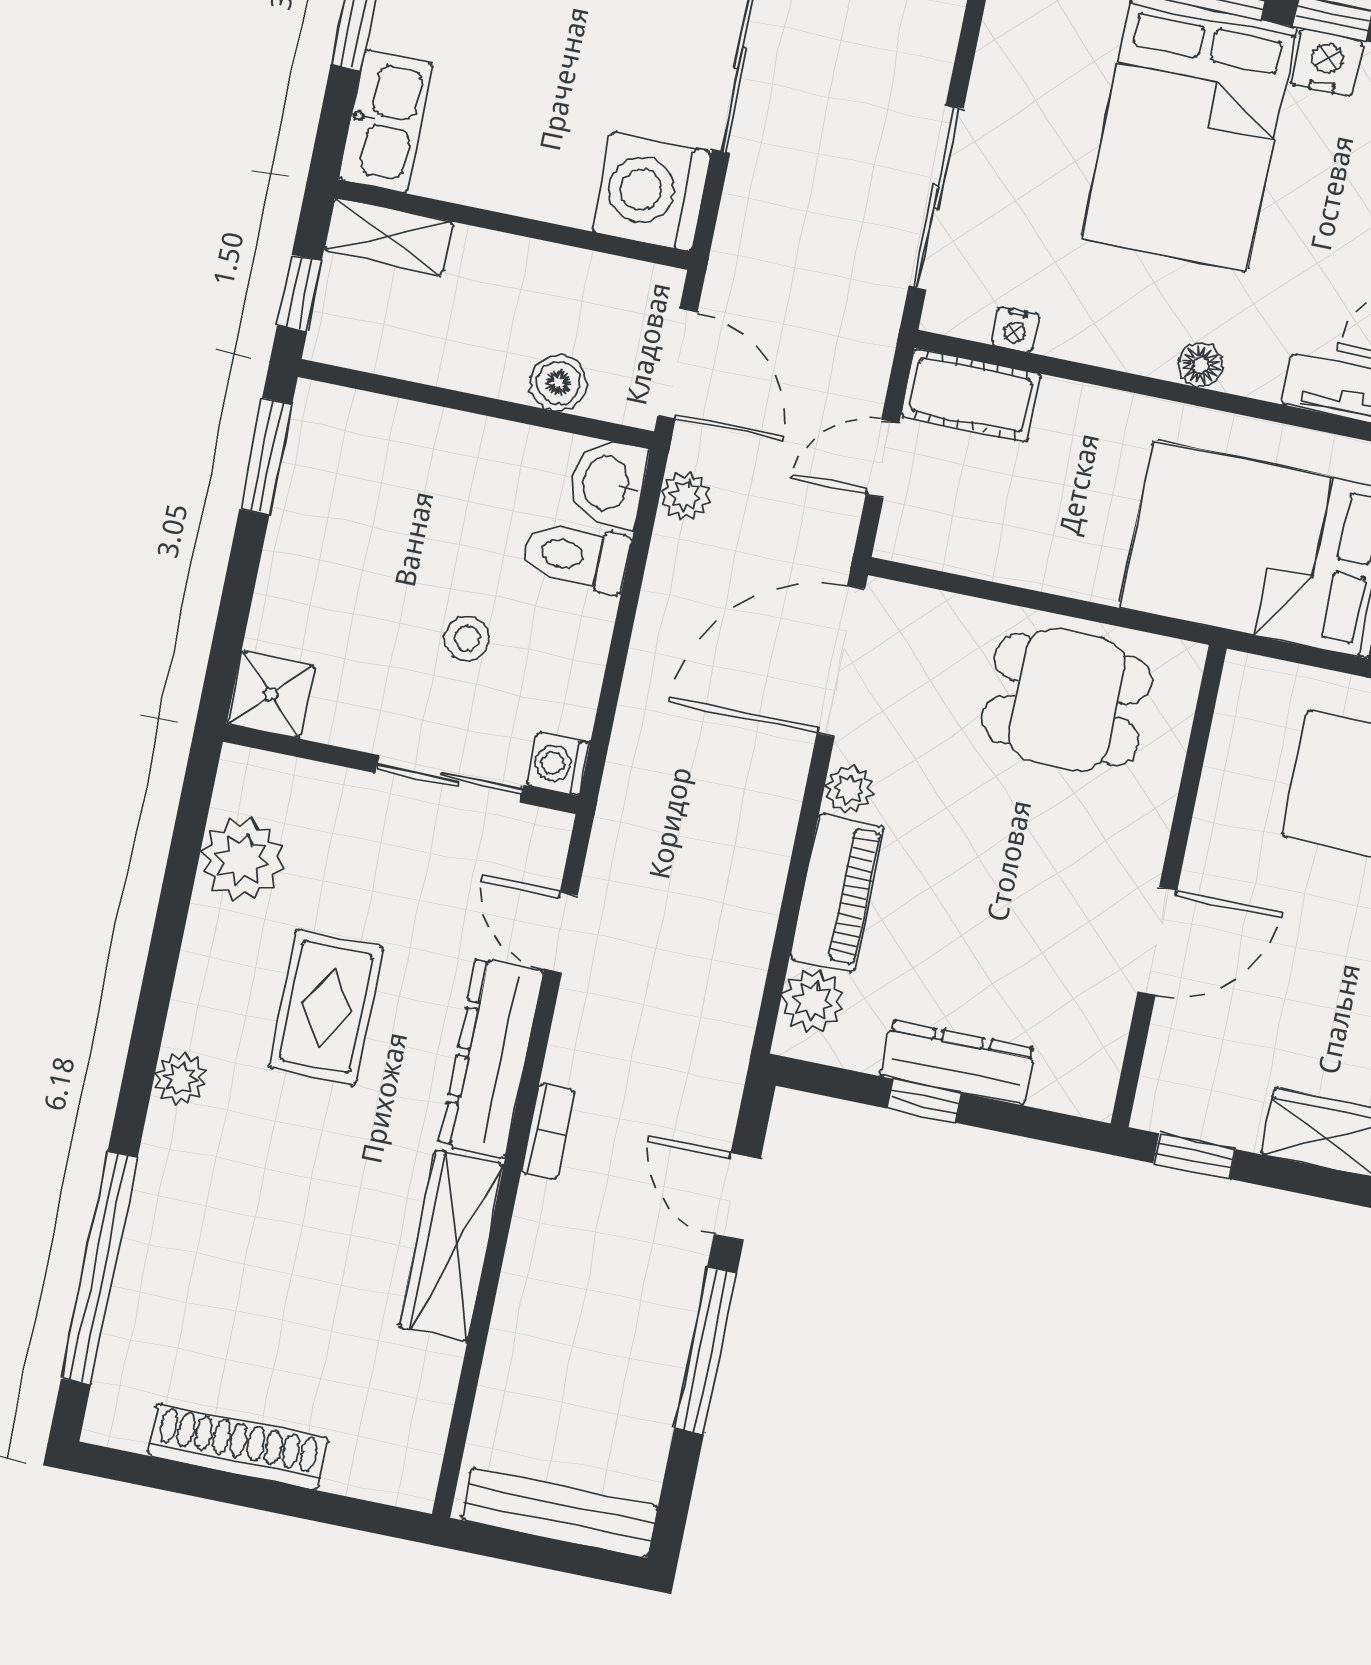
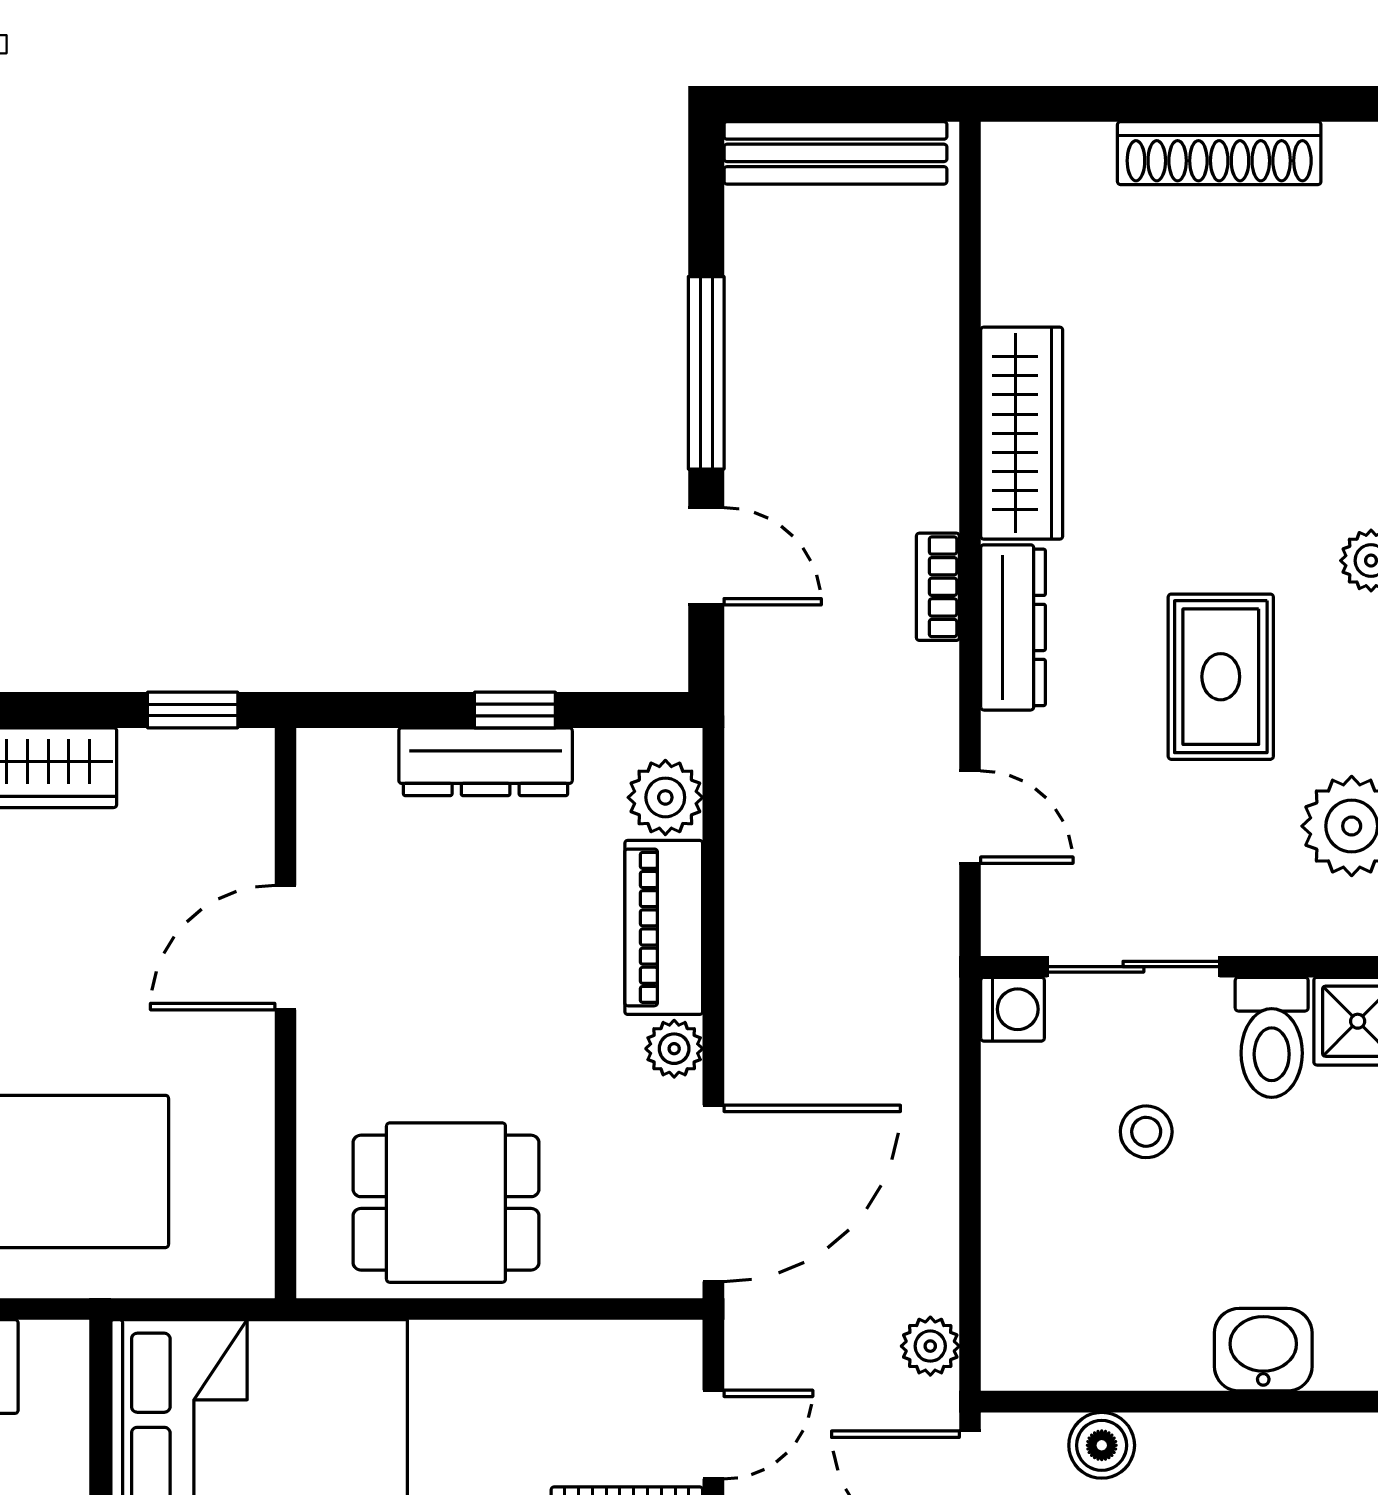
washbasin: (608, 483) -> (1263, 1350), moved, turned -90
toilet: (576, 556) -> (1272, 1037), moved, turned 90
dresser: (491, 1058) -> (1013, 627), width x0.73, depth x0.80

